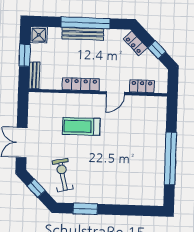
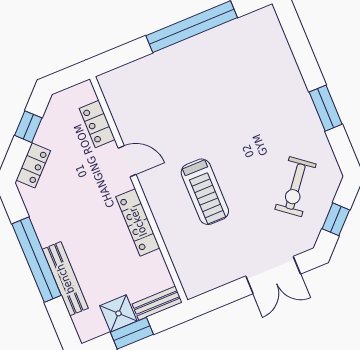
bench: (83, 34) -> (65, 279), moved
shower: (39, 35) -> (118, 313), moved
exercise bike: (63, 175) -> (296, 187), turned -40
window: (85, 209) -> (326, 108), moved

